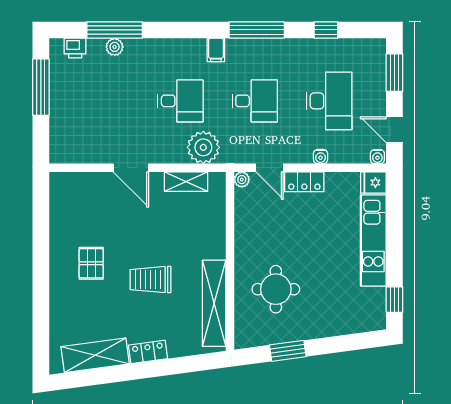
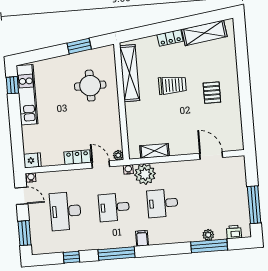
water cooler: (320, 157) -> (128, 170), moved
door: (131, 168) -> (211, 155), moved
kitchen unit: (373, 240) -> (27, 95), moved

